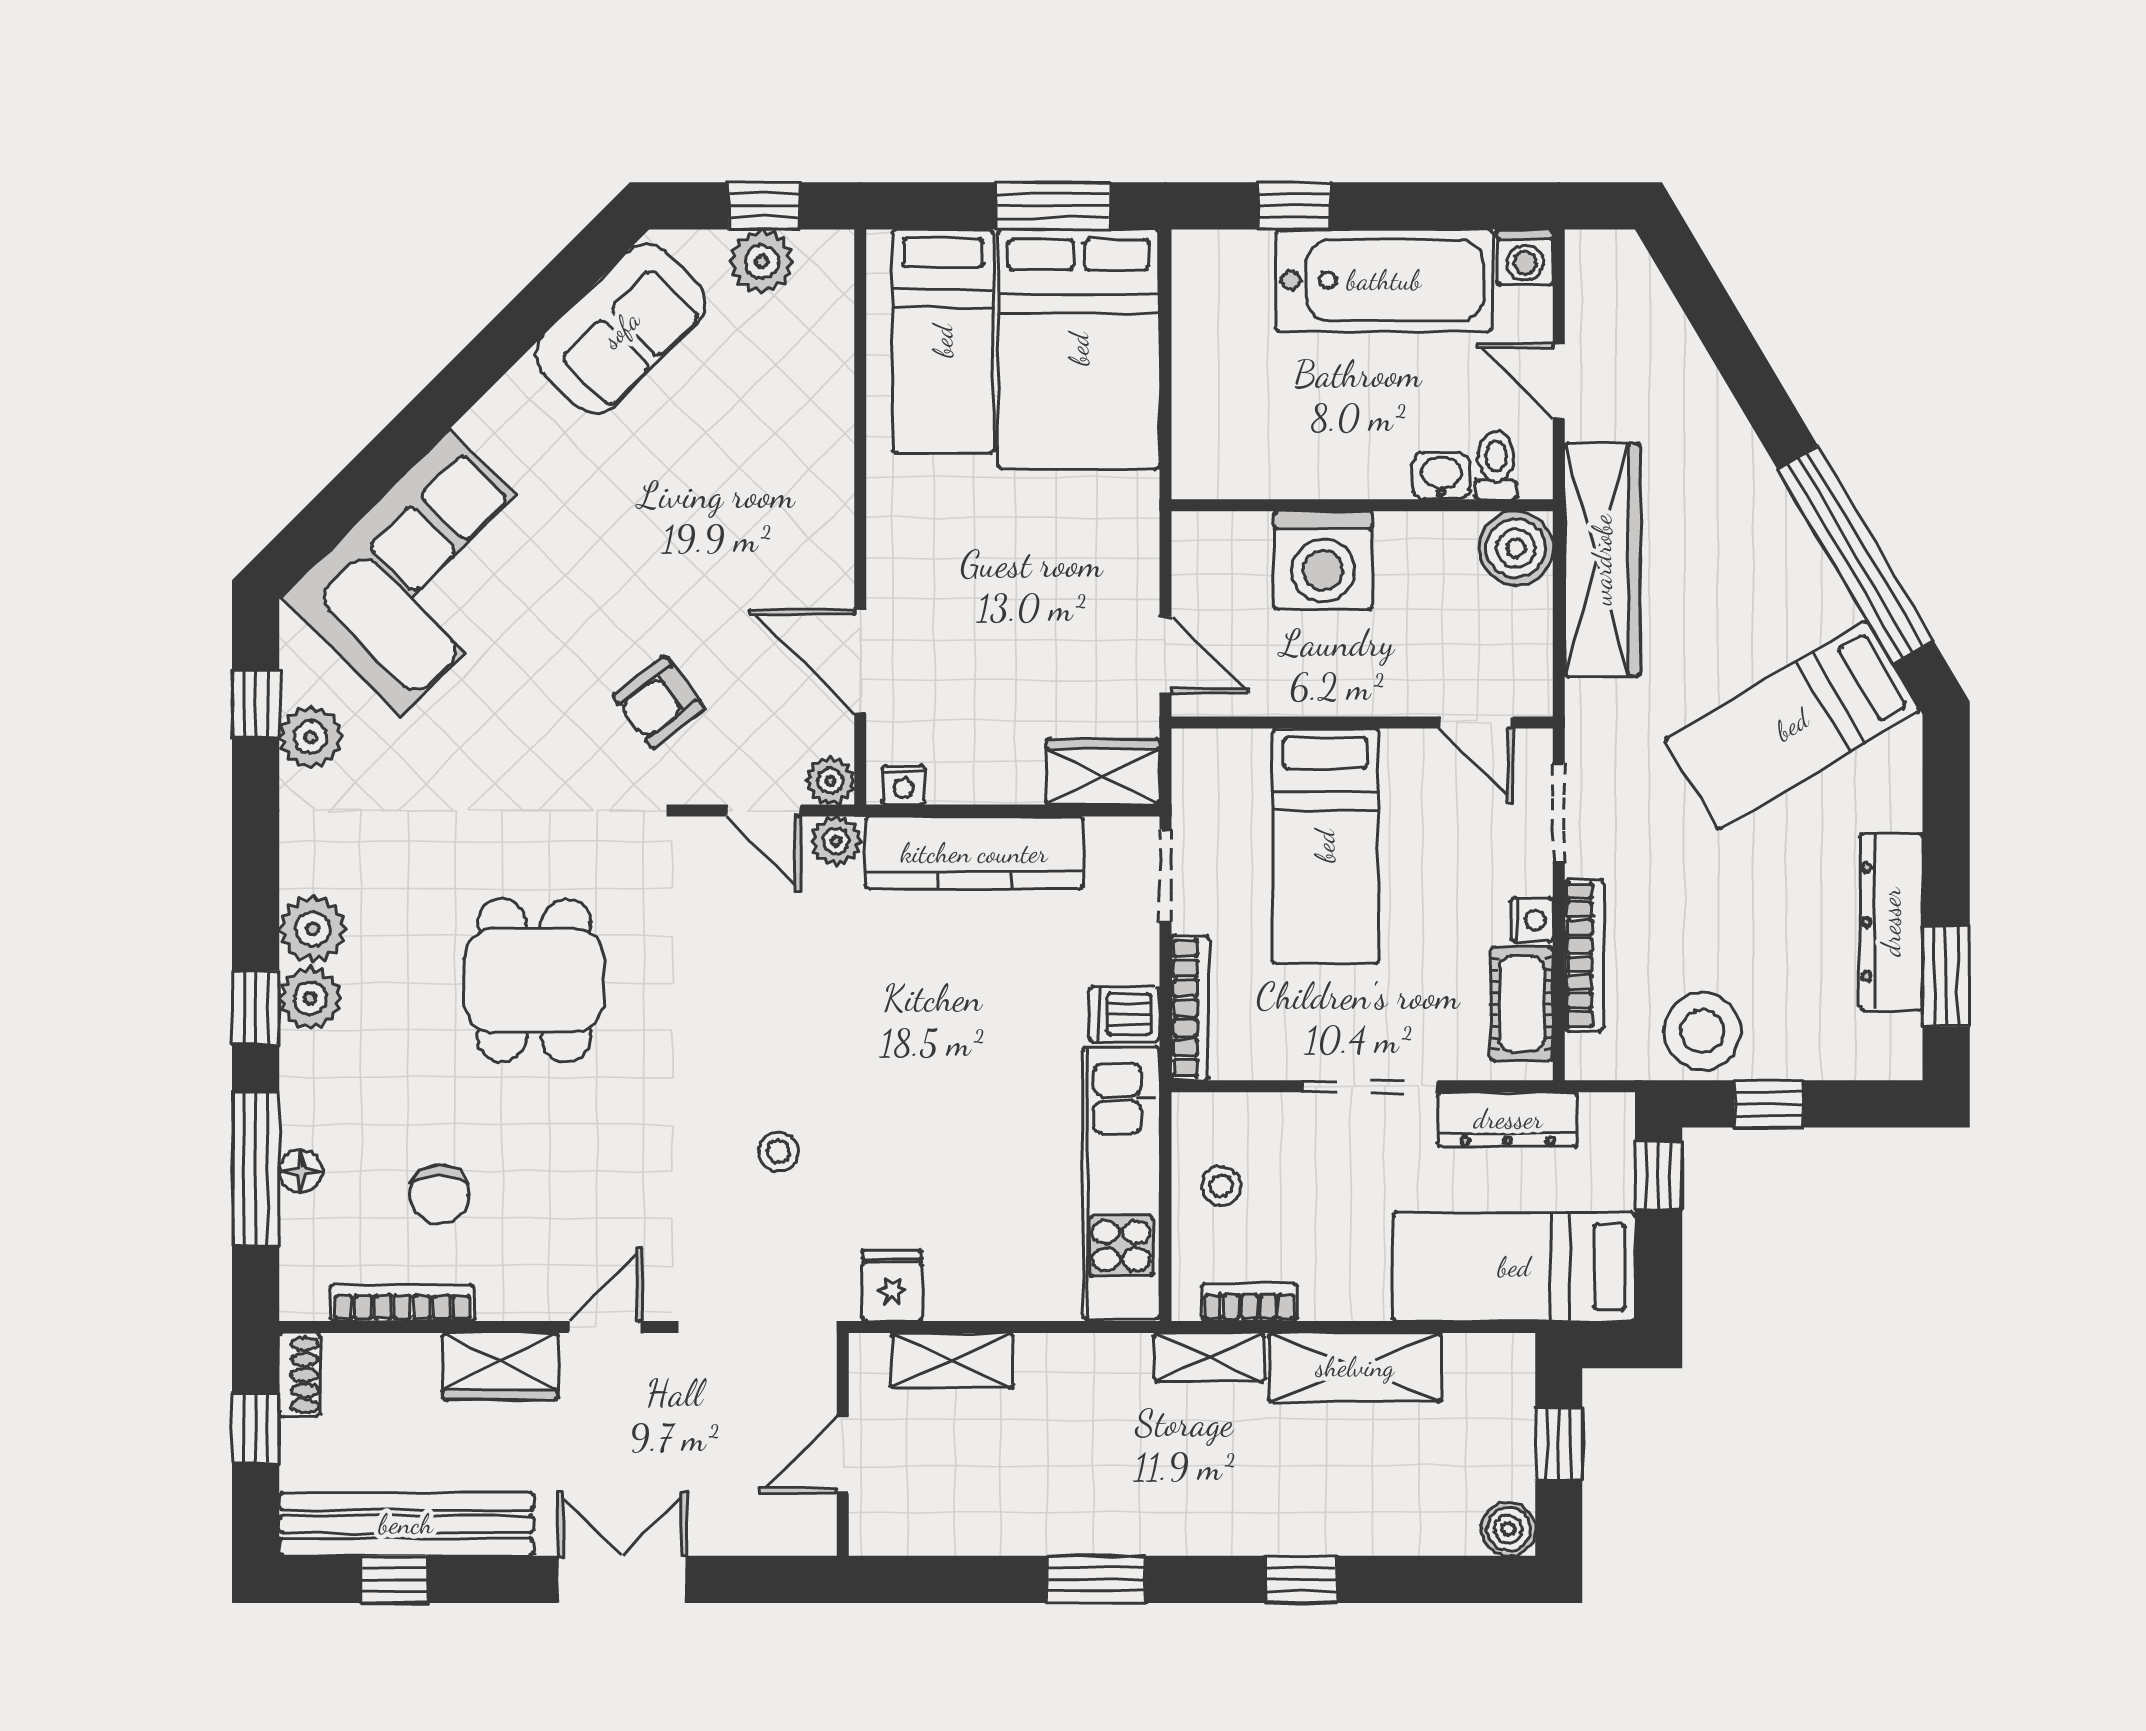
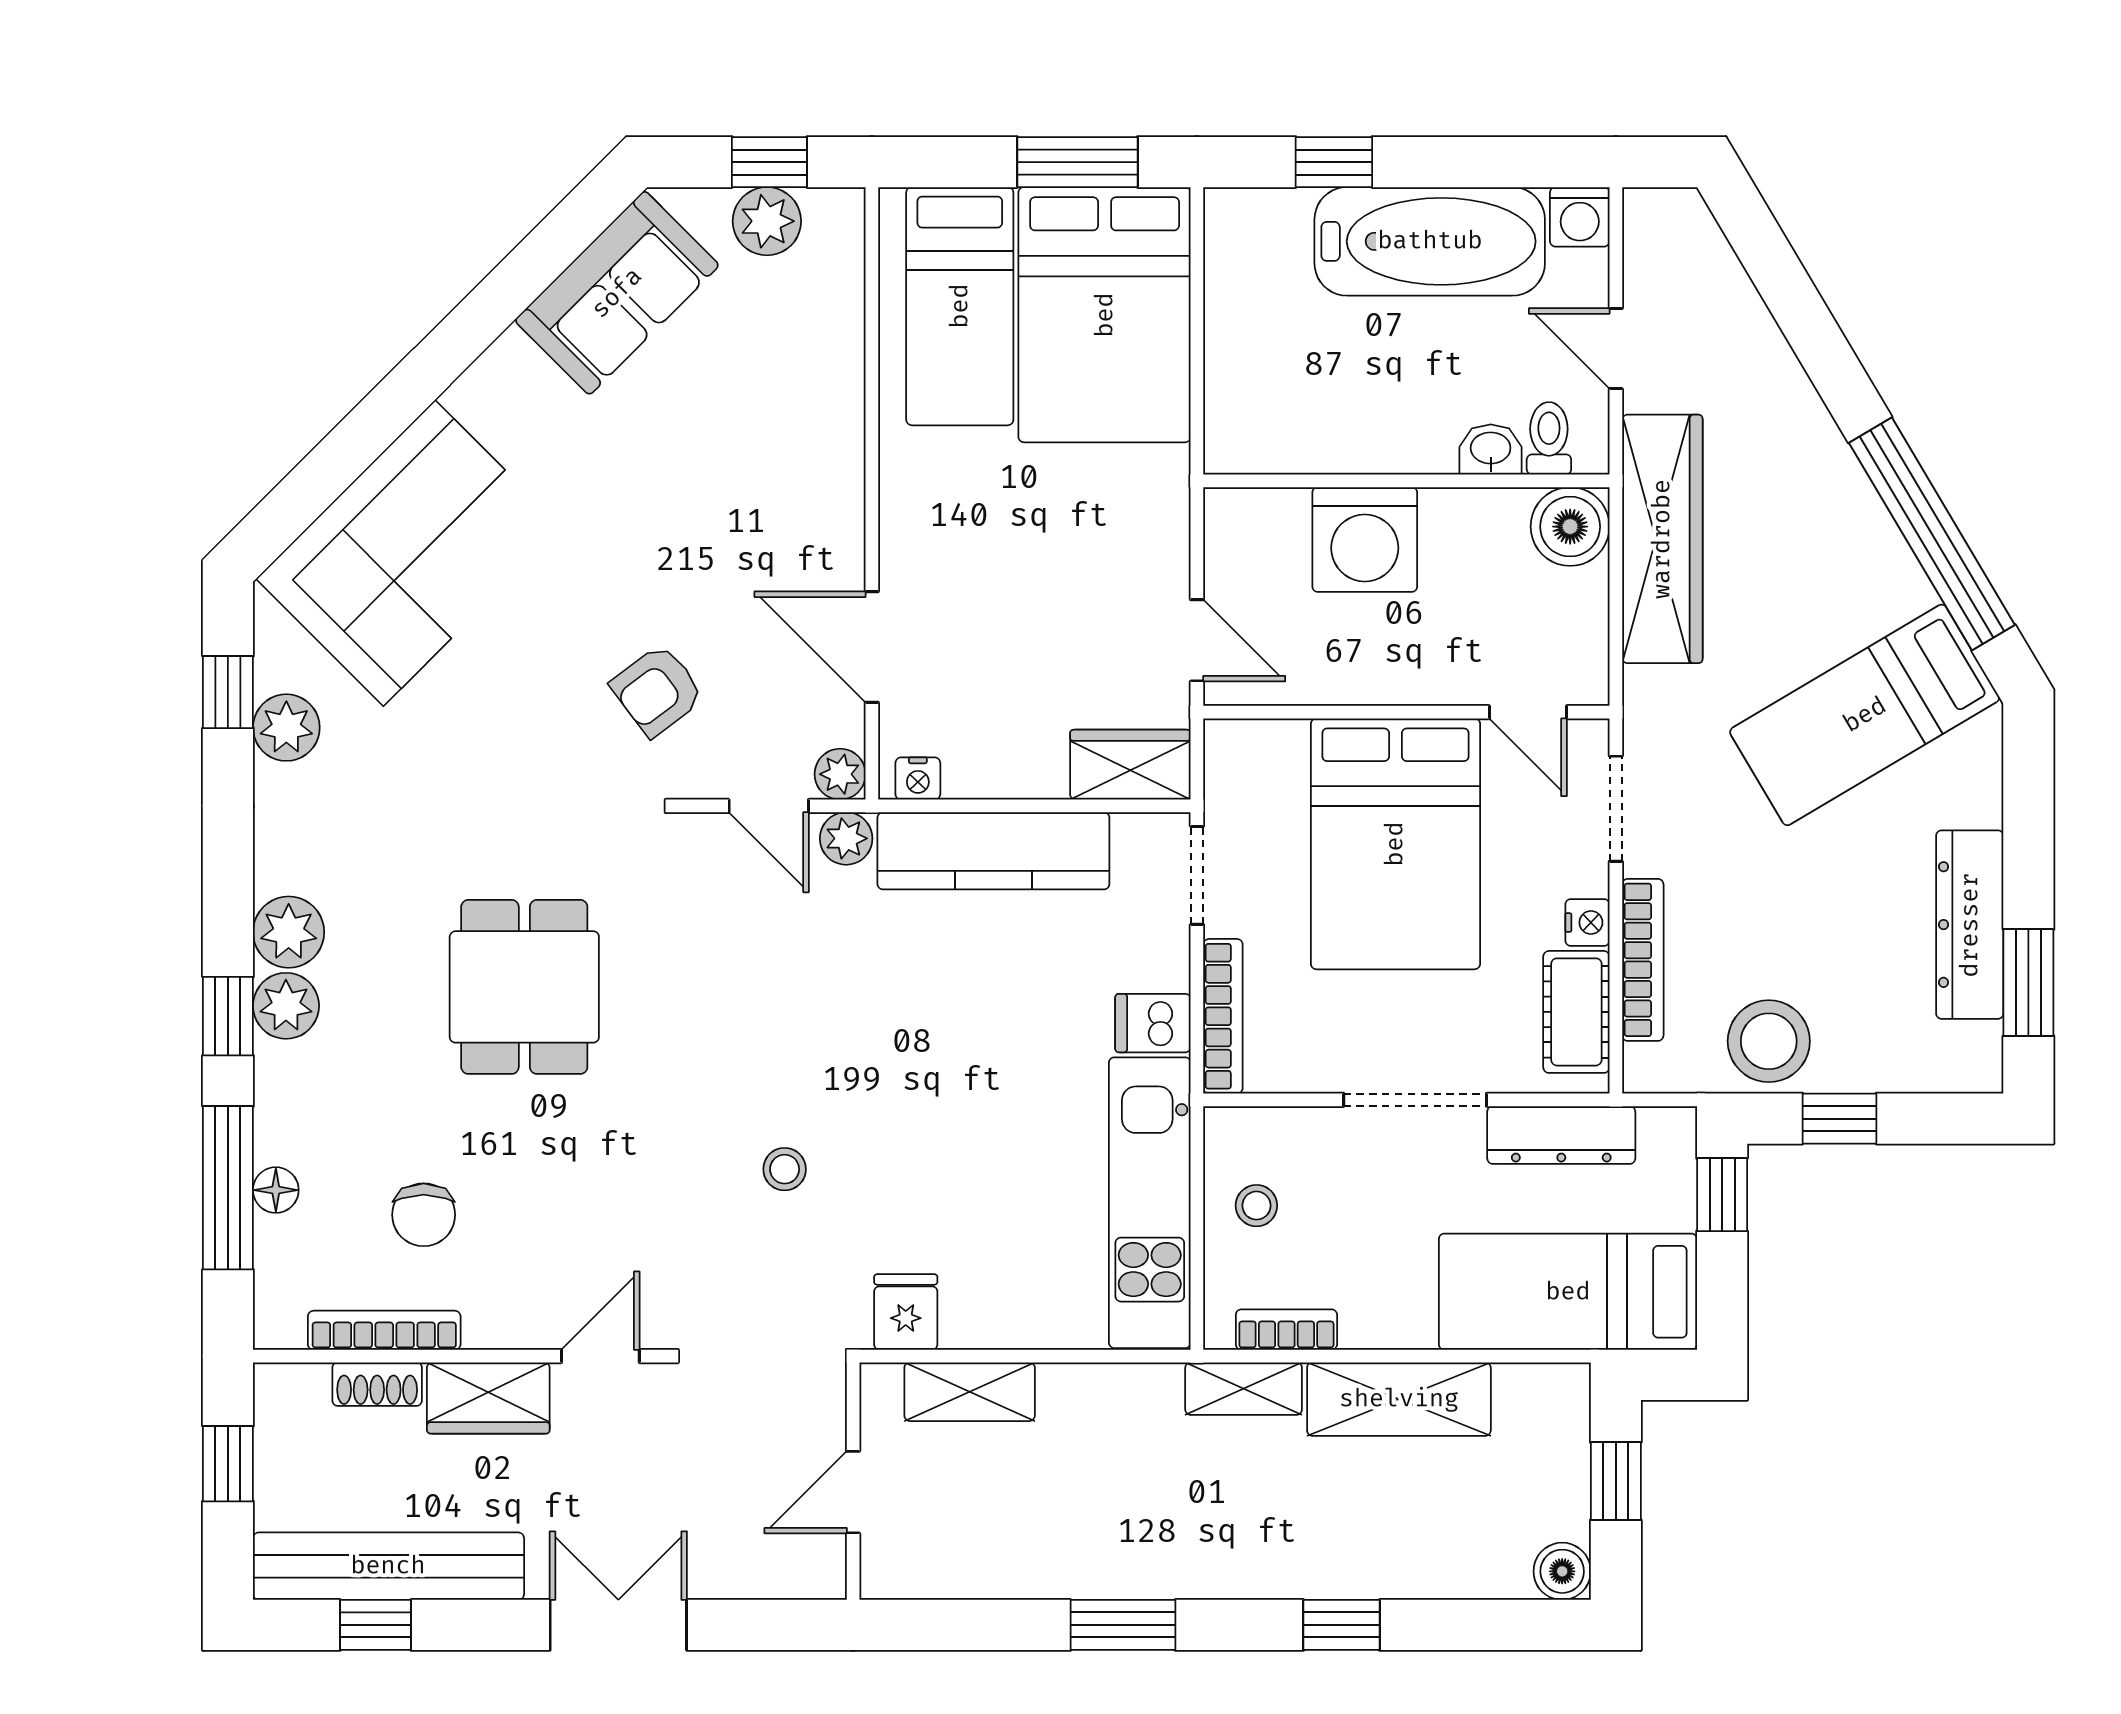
bed: (1325, 846) -> (1395, 844), width x1.50
shoe rack: (300, 1375) -> (377, 1384), moved, turned 90

